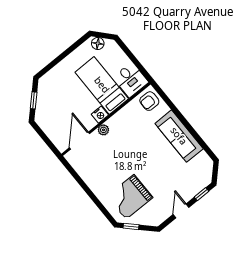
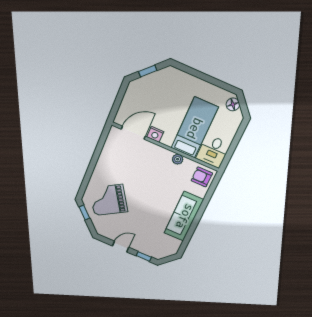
nightstand: (100, 115) -> (155, 134), moved
plant: (103, 130) -> (178, 159), moved
grand piano: (130, 197) -> (108, 200), turned -32

